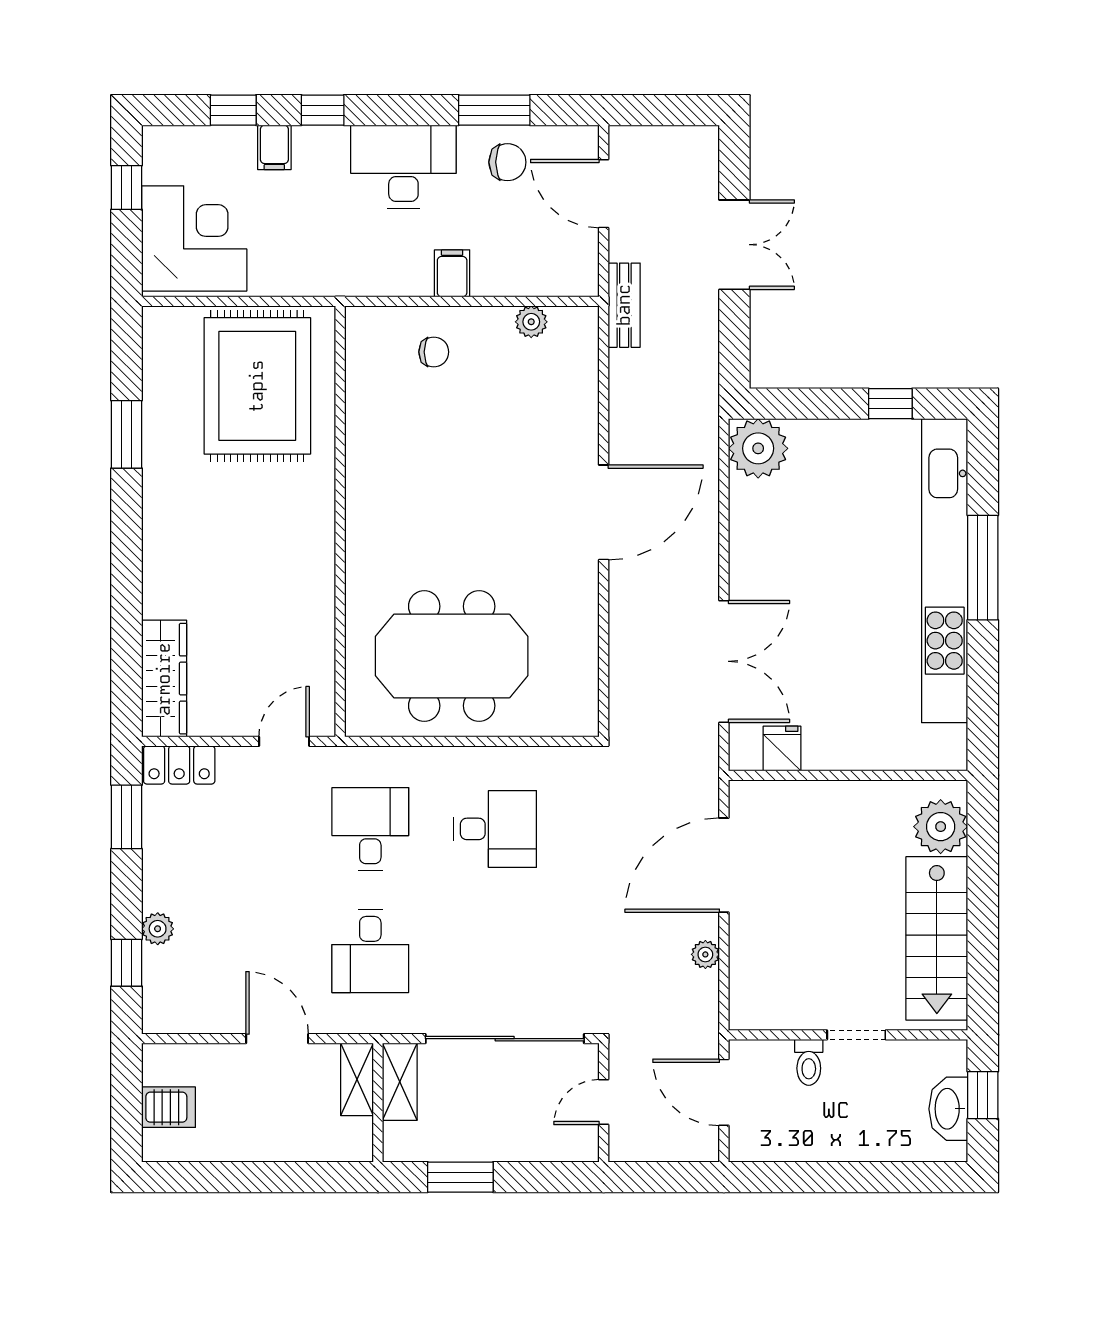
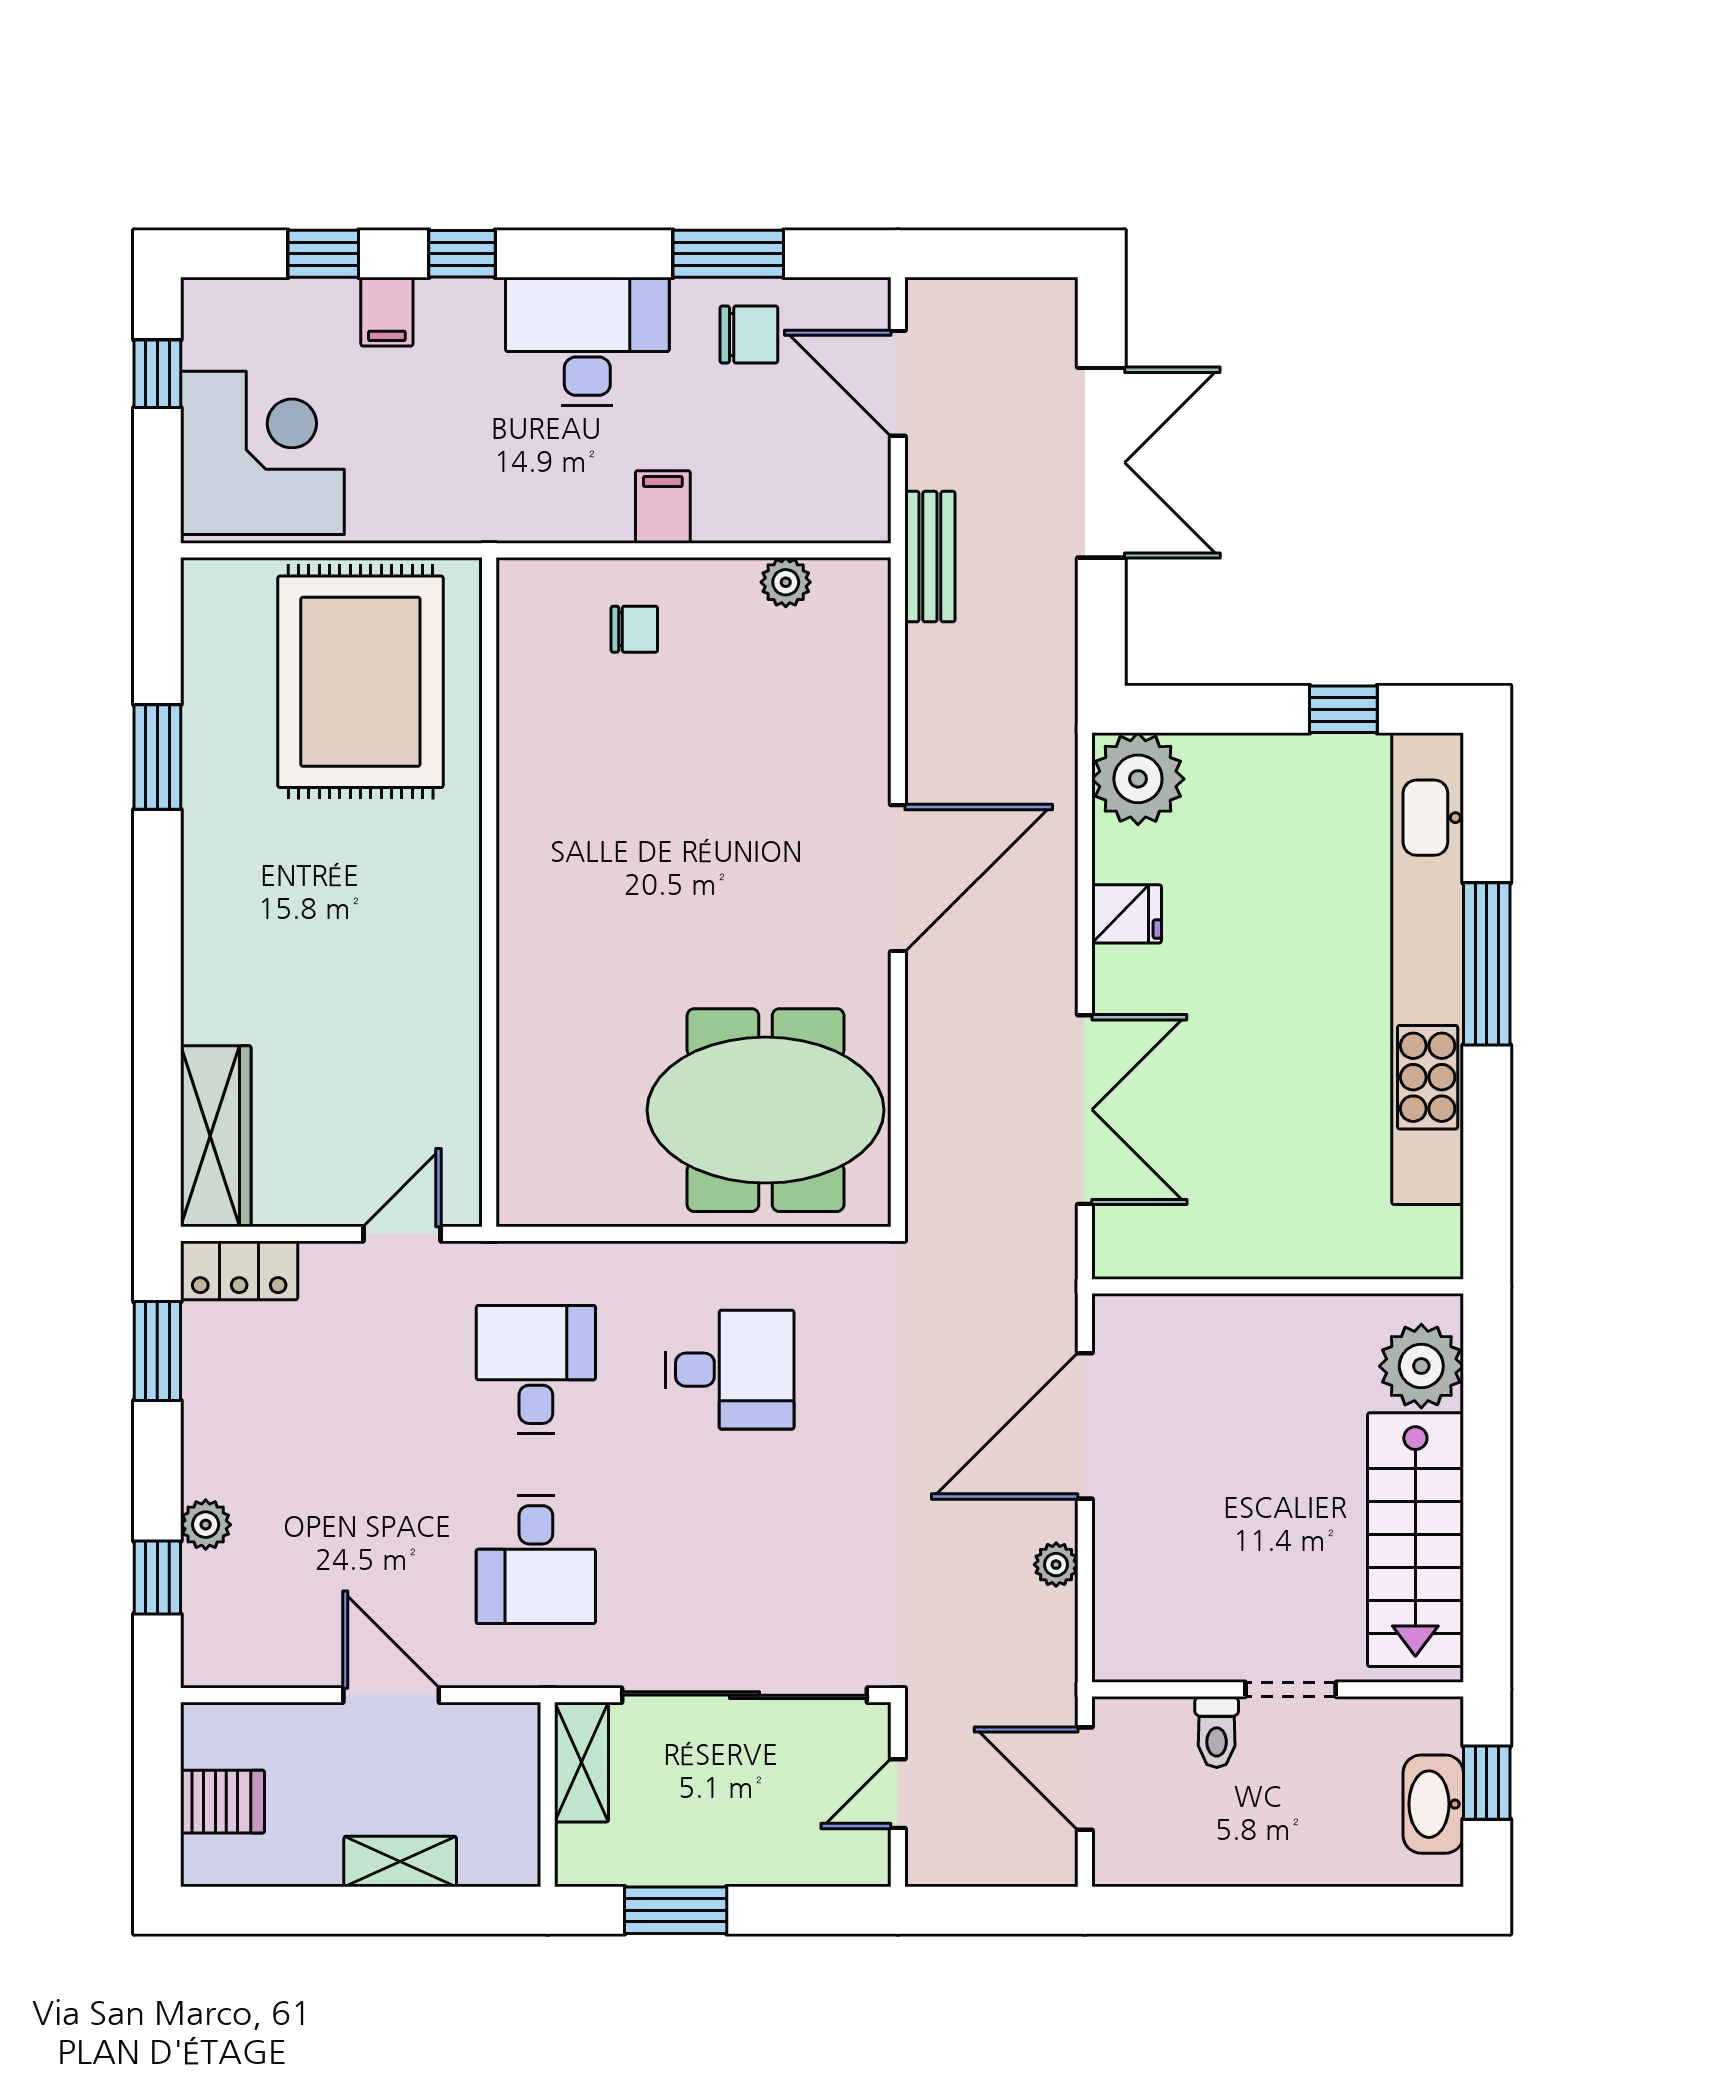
double door: (734, 245) -> (1101, 463), width x1.37
meeting table: (452, 656) -> (766, 1110), moved
fridge: (782, 748) -> (1127, 914), moved, turned 90
shelving: (357, 1079) -> (400, 1862), moved, turned 90

